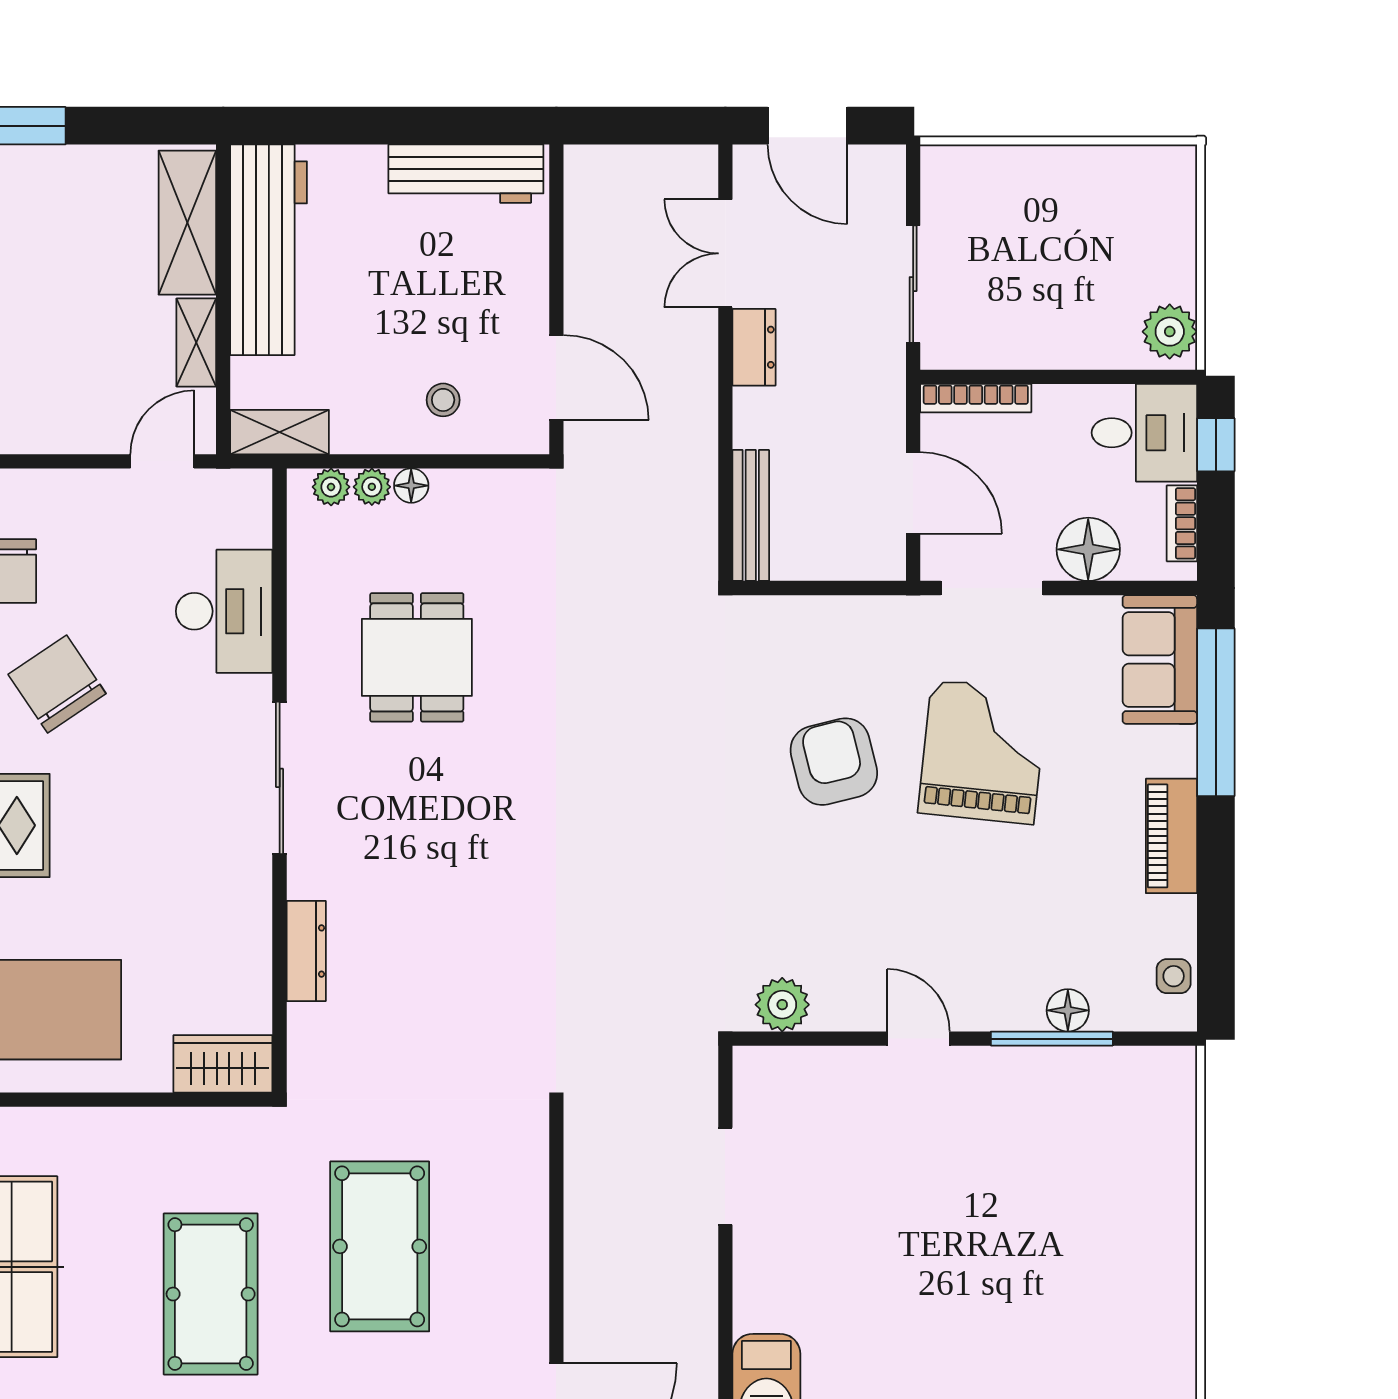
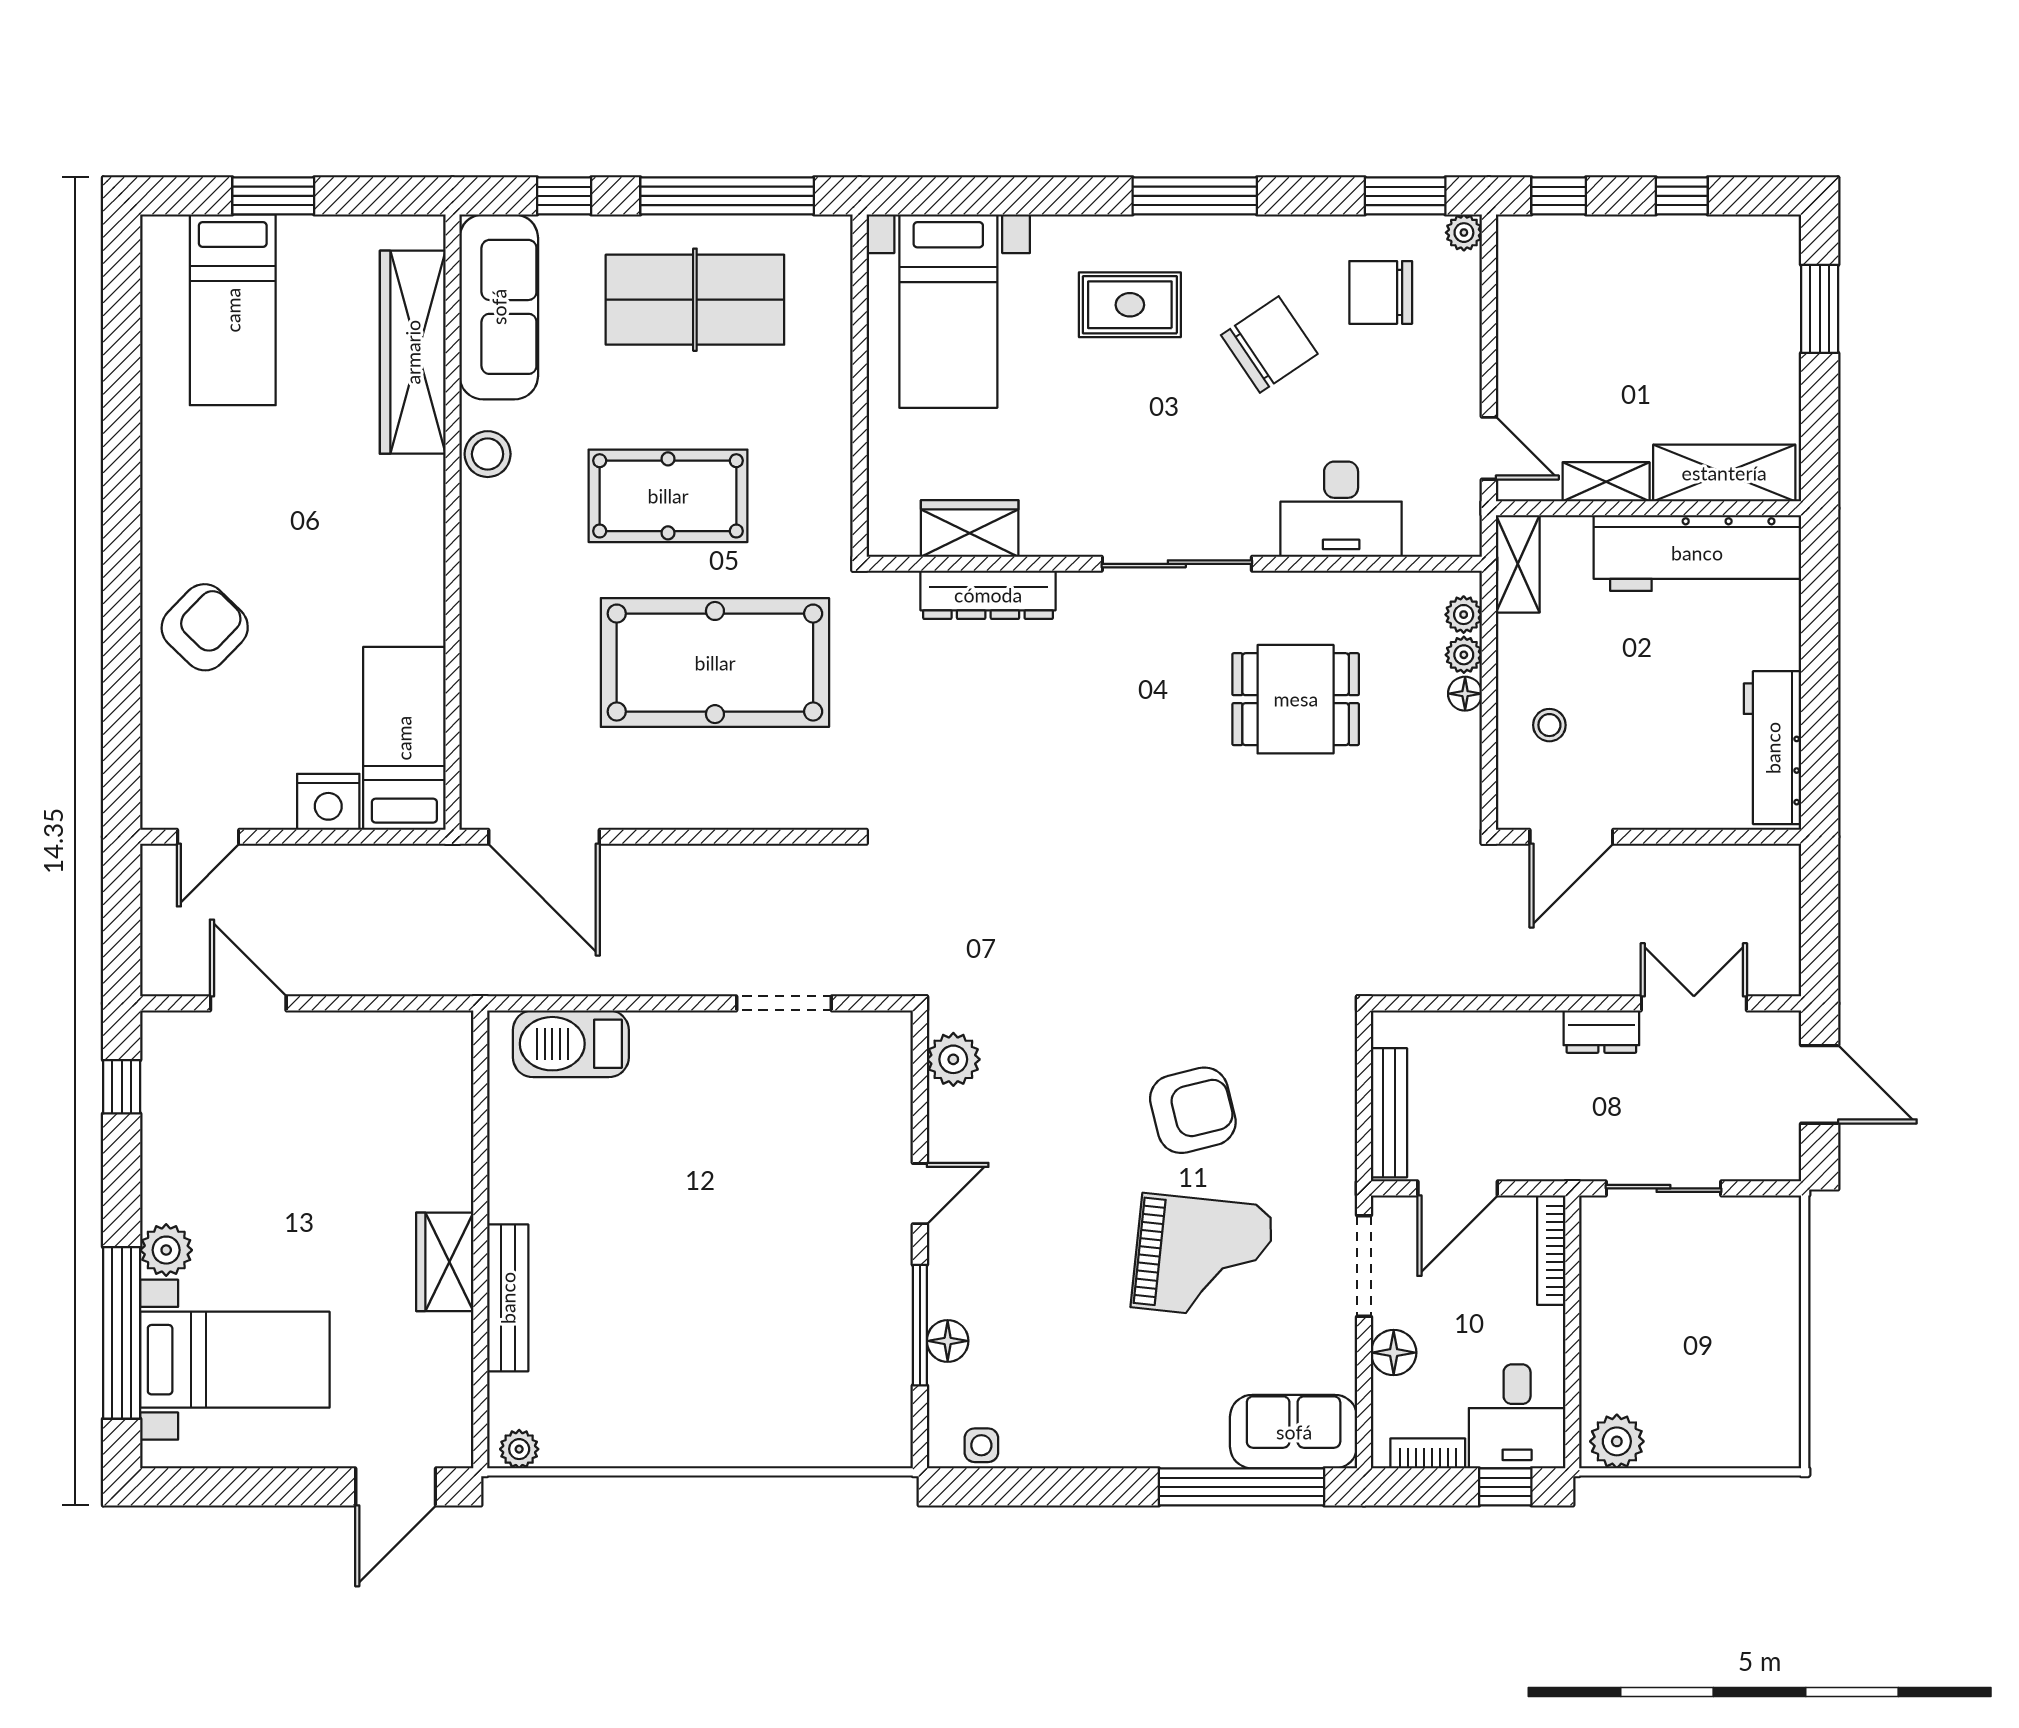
door: (808, 126) -> (1820, 1084), swing flipped
bench: (751, 515) -> (1389, 1113), moved, turned 90
floor lamp: (1088, 549) -> (1394, 1353), width x0.73, depth x0.73
piano: (1171, 836) -> (1120, 1443), removed
dresser: (306, 951) -> (988, 595), width x1.37, depth x1.24
wardrobe: (223, 1064) -> (970, 529), moved, turned -90
pool table: (380, 1246) -> (715, 663), width x1.36, depth x1.32

